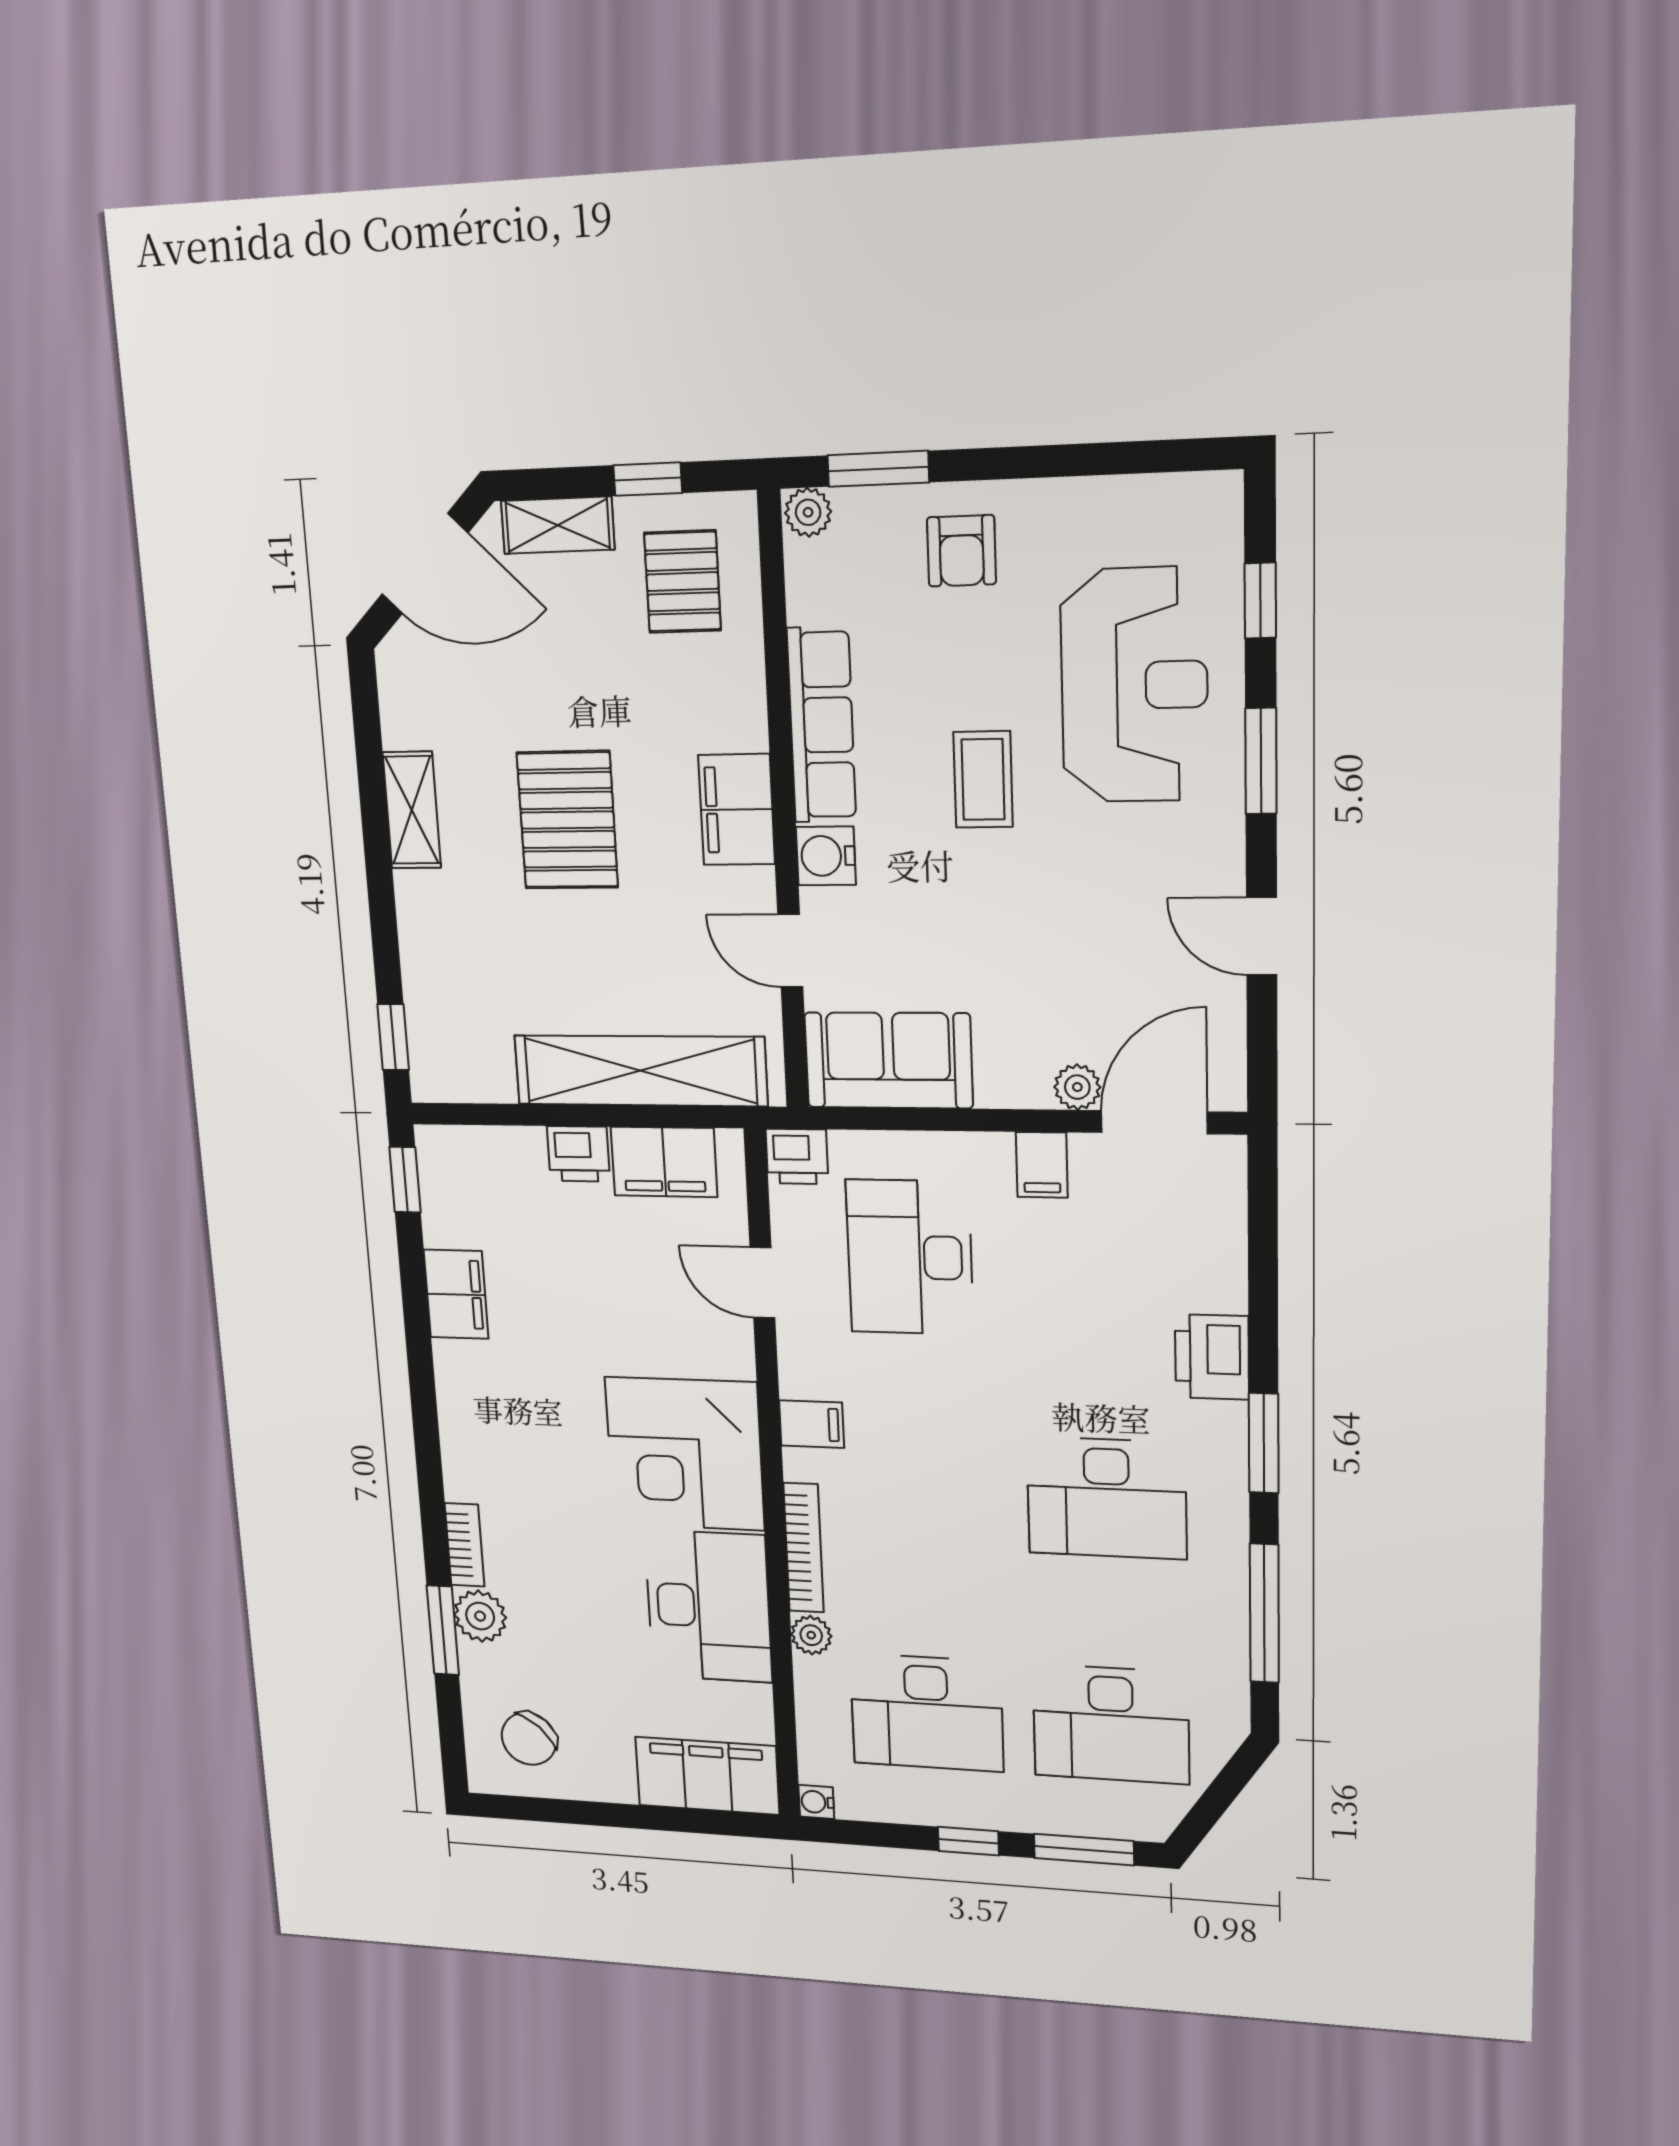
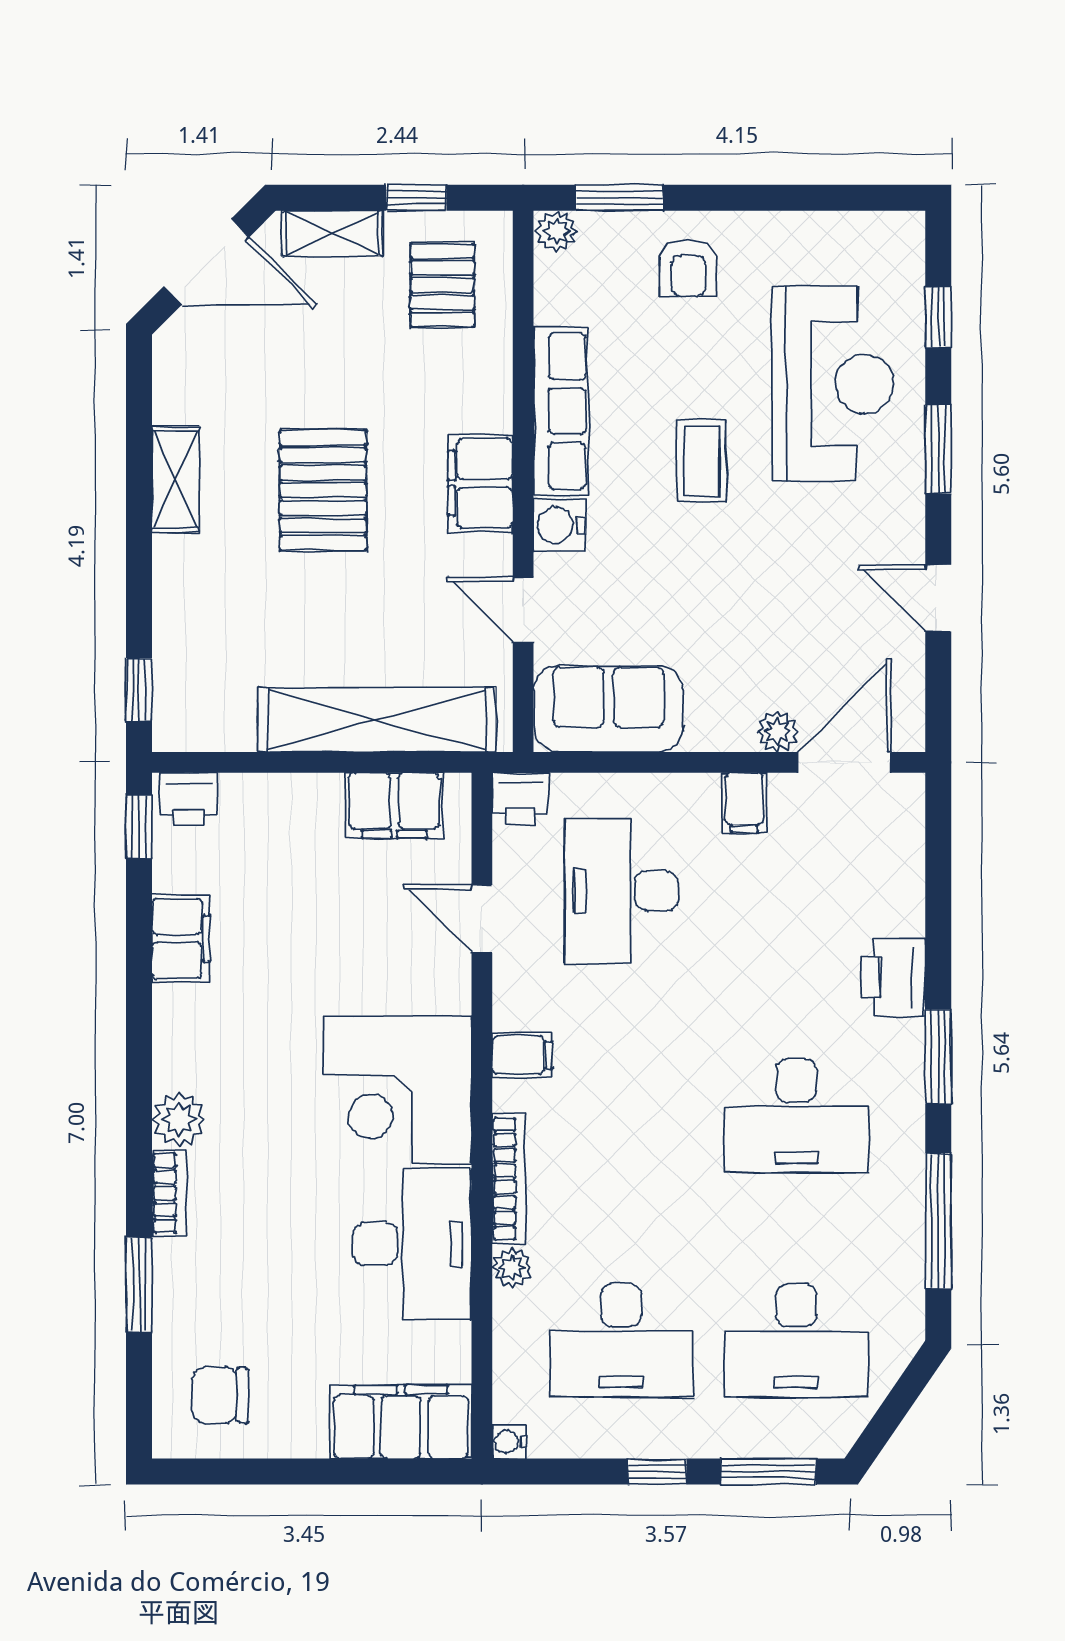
printer: (578, 1154) -> (189, 799), moved
plant: (480, 1616) -> (179, 1119), moved
chair: (529, 1739) -> (220, 1395), turned 48

